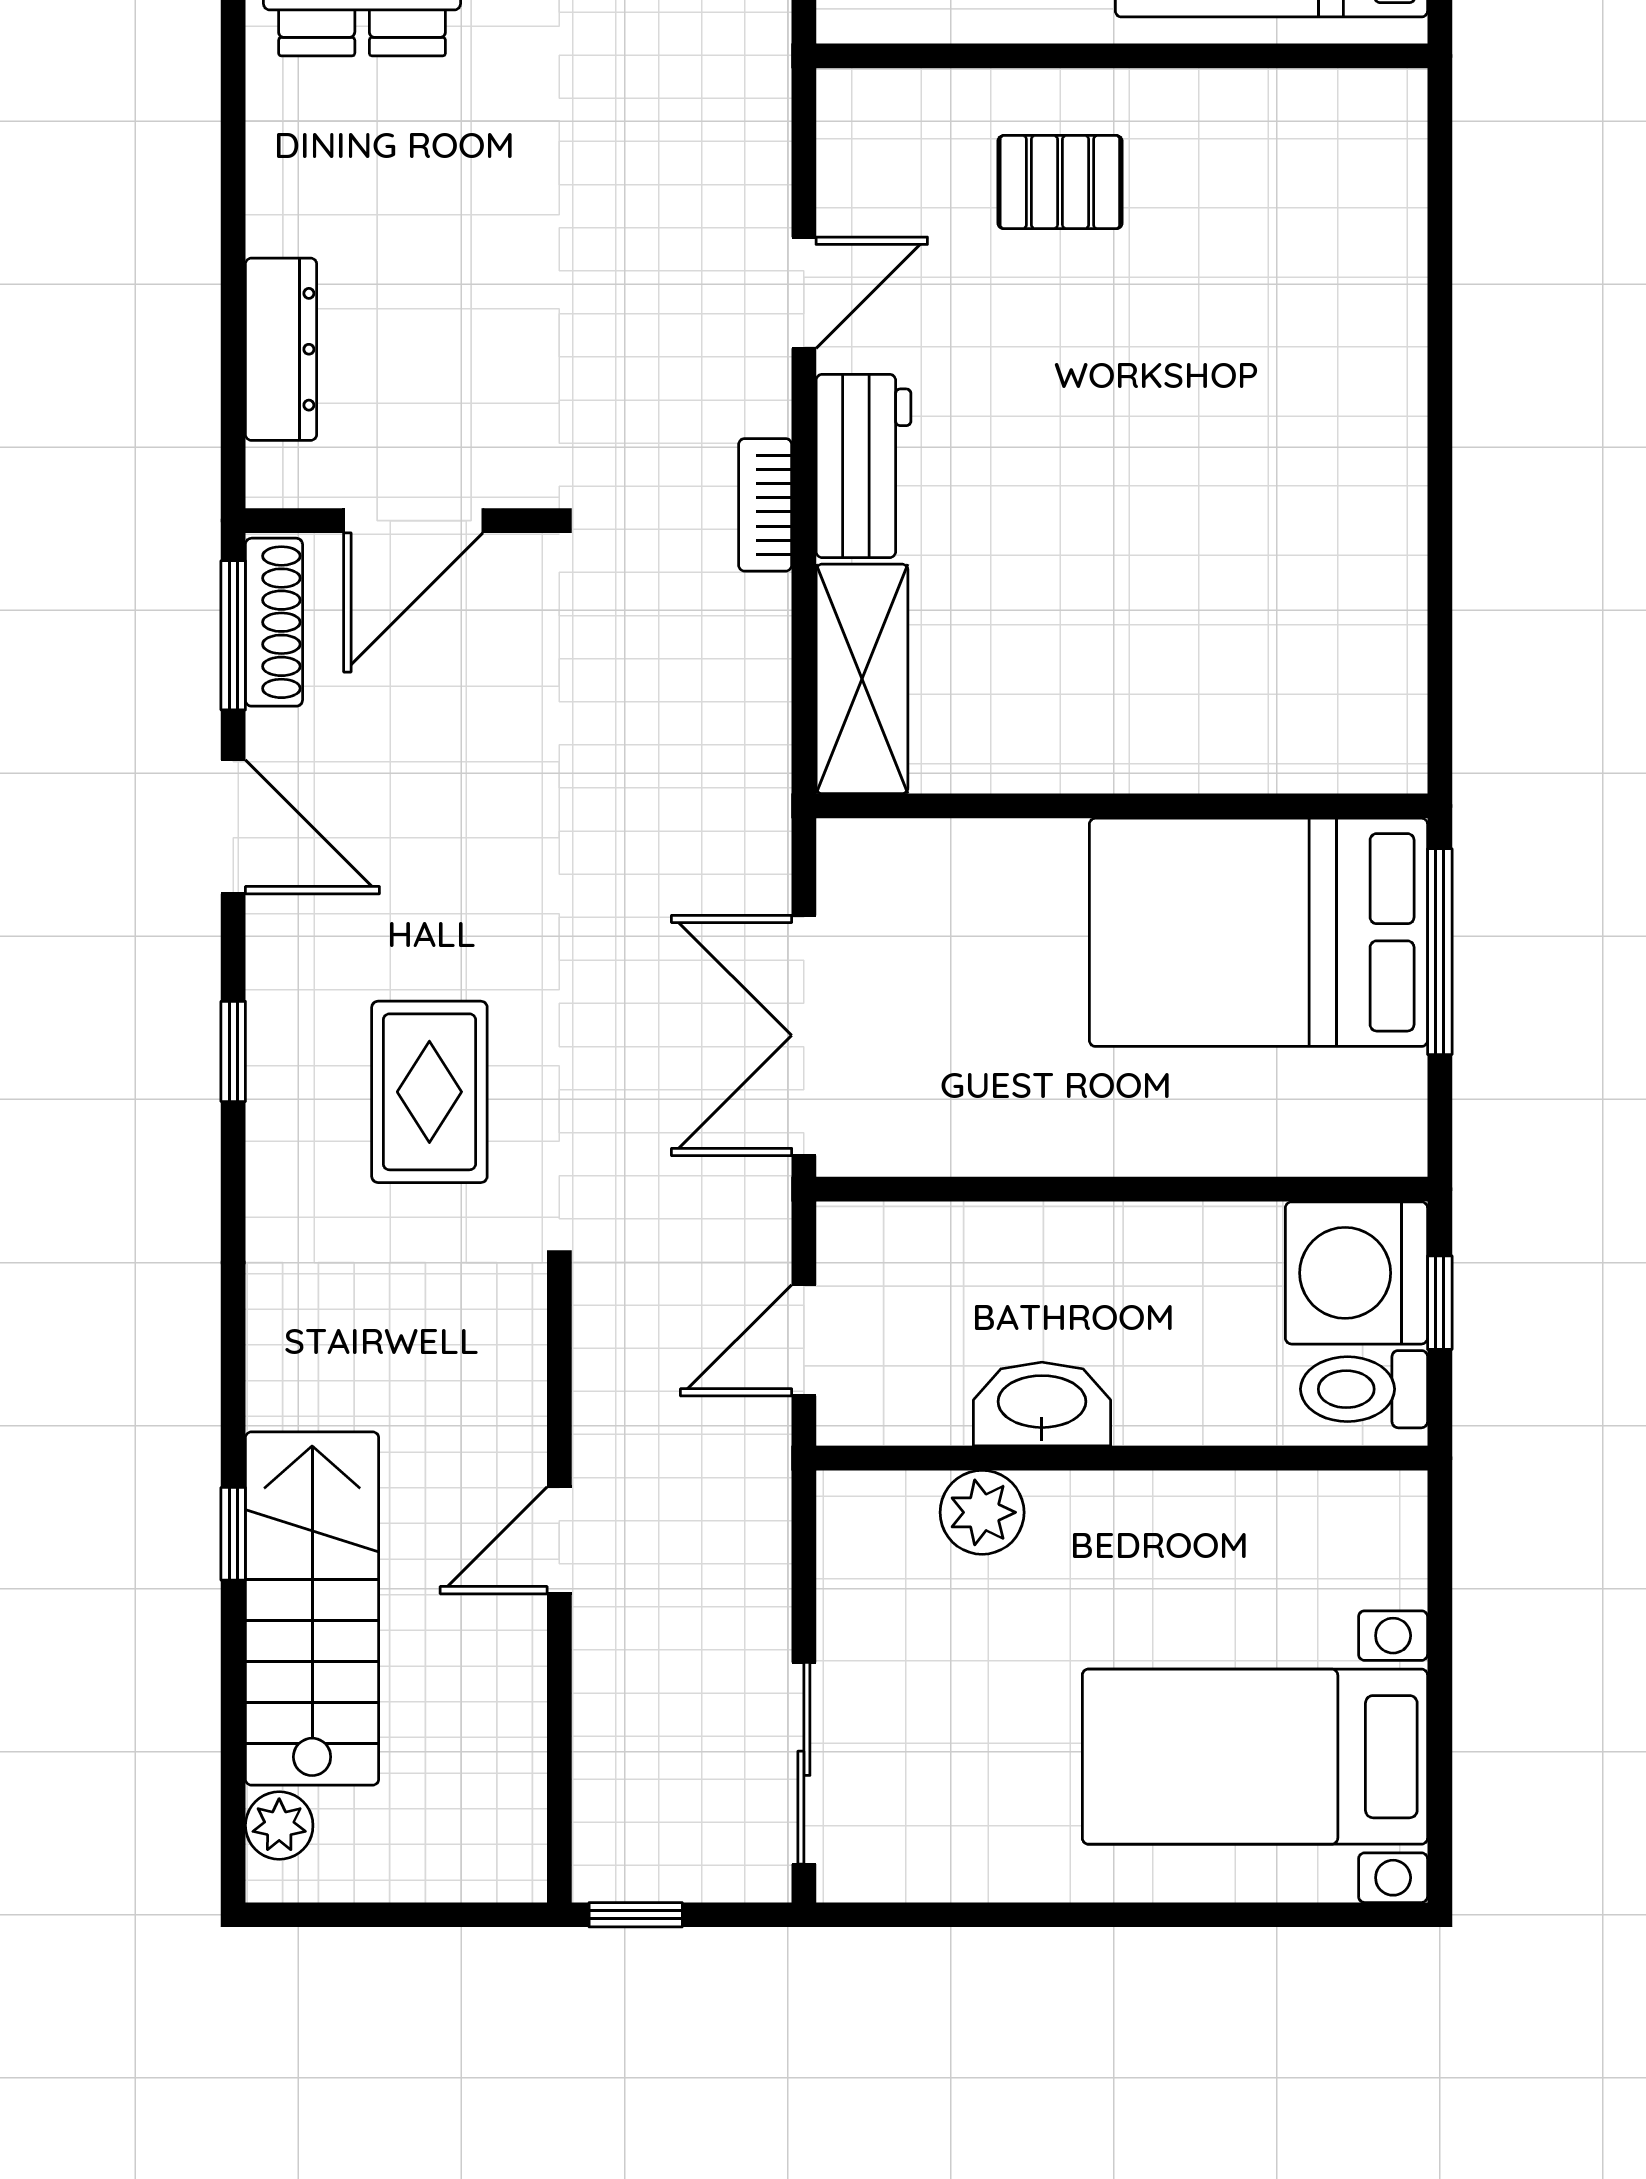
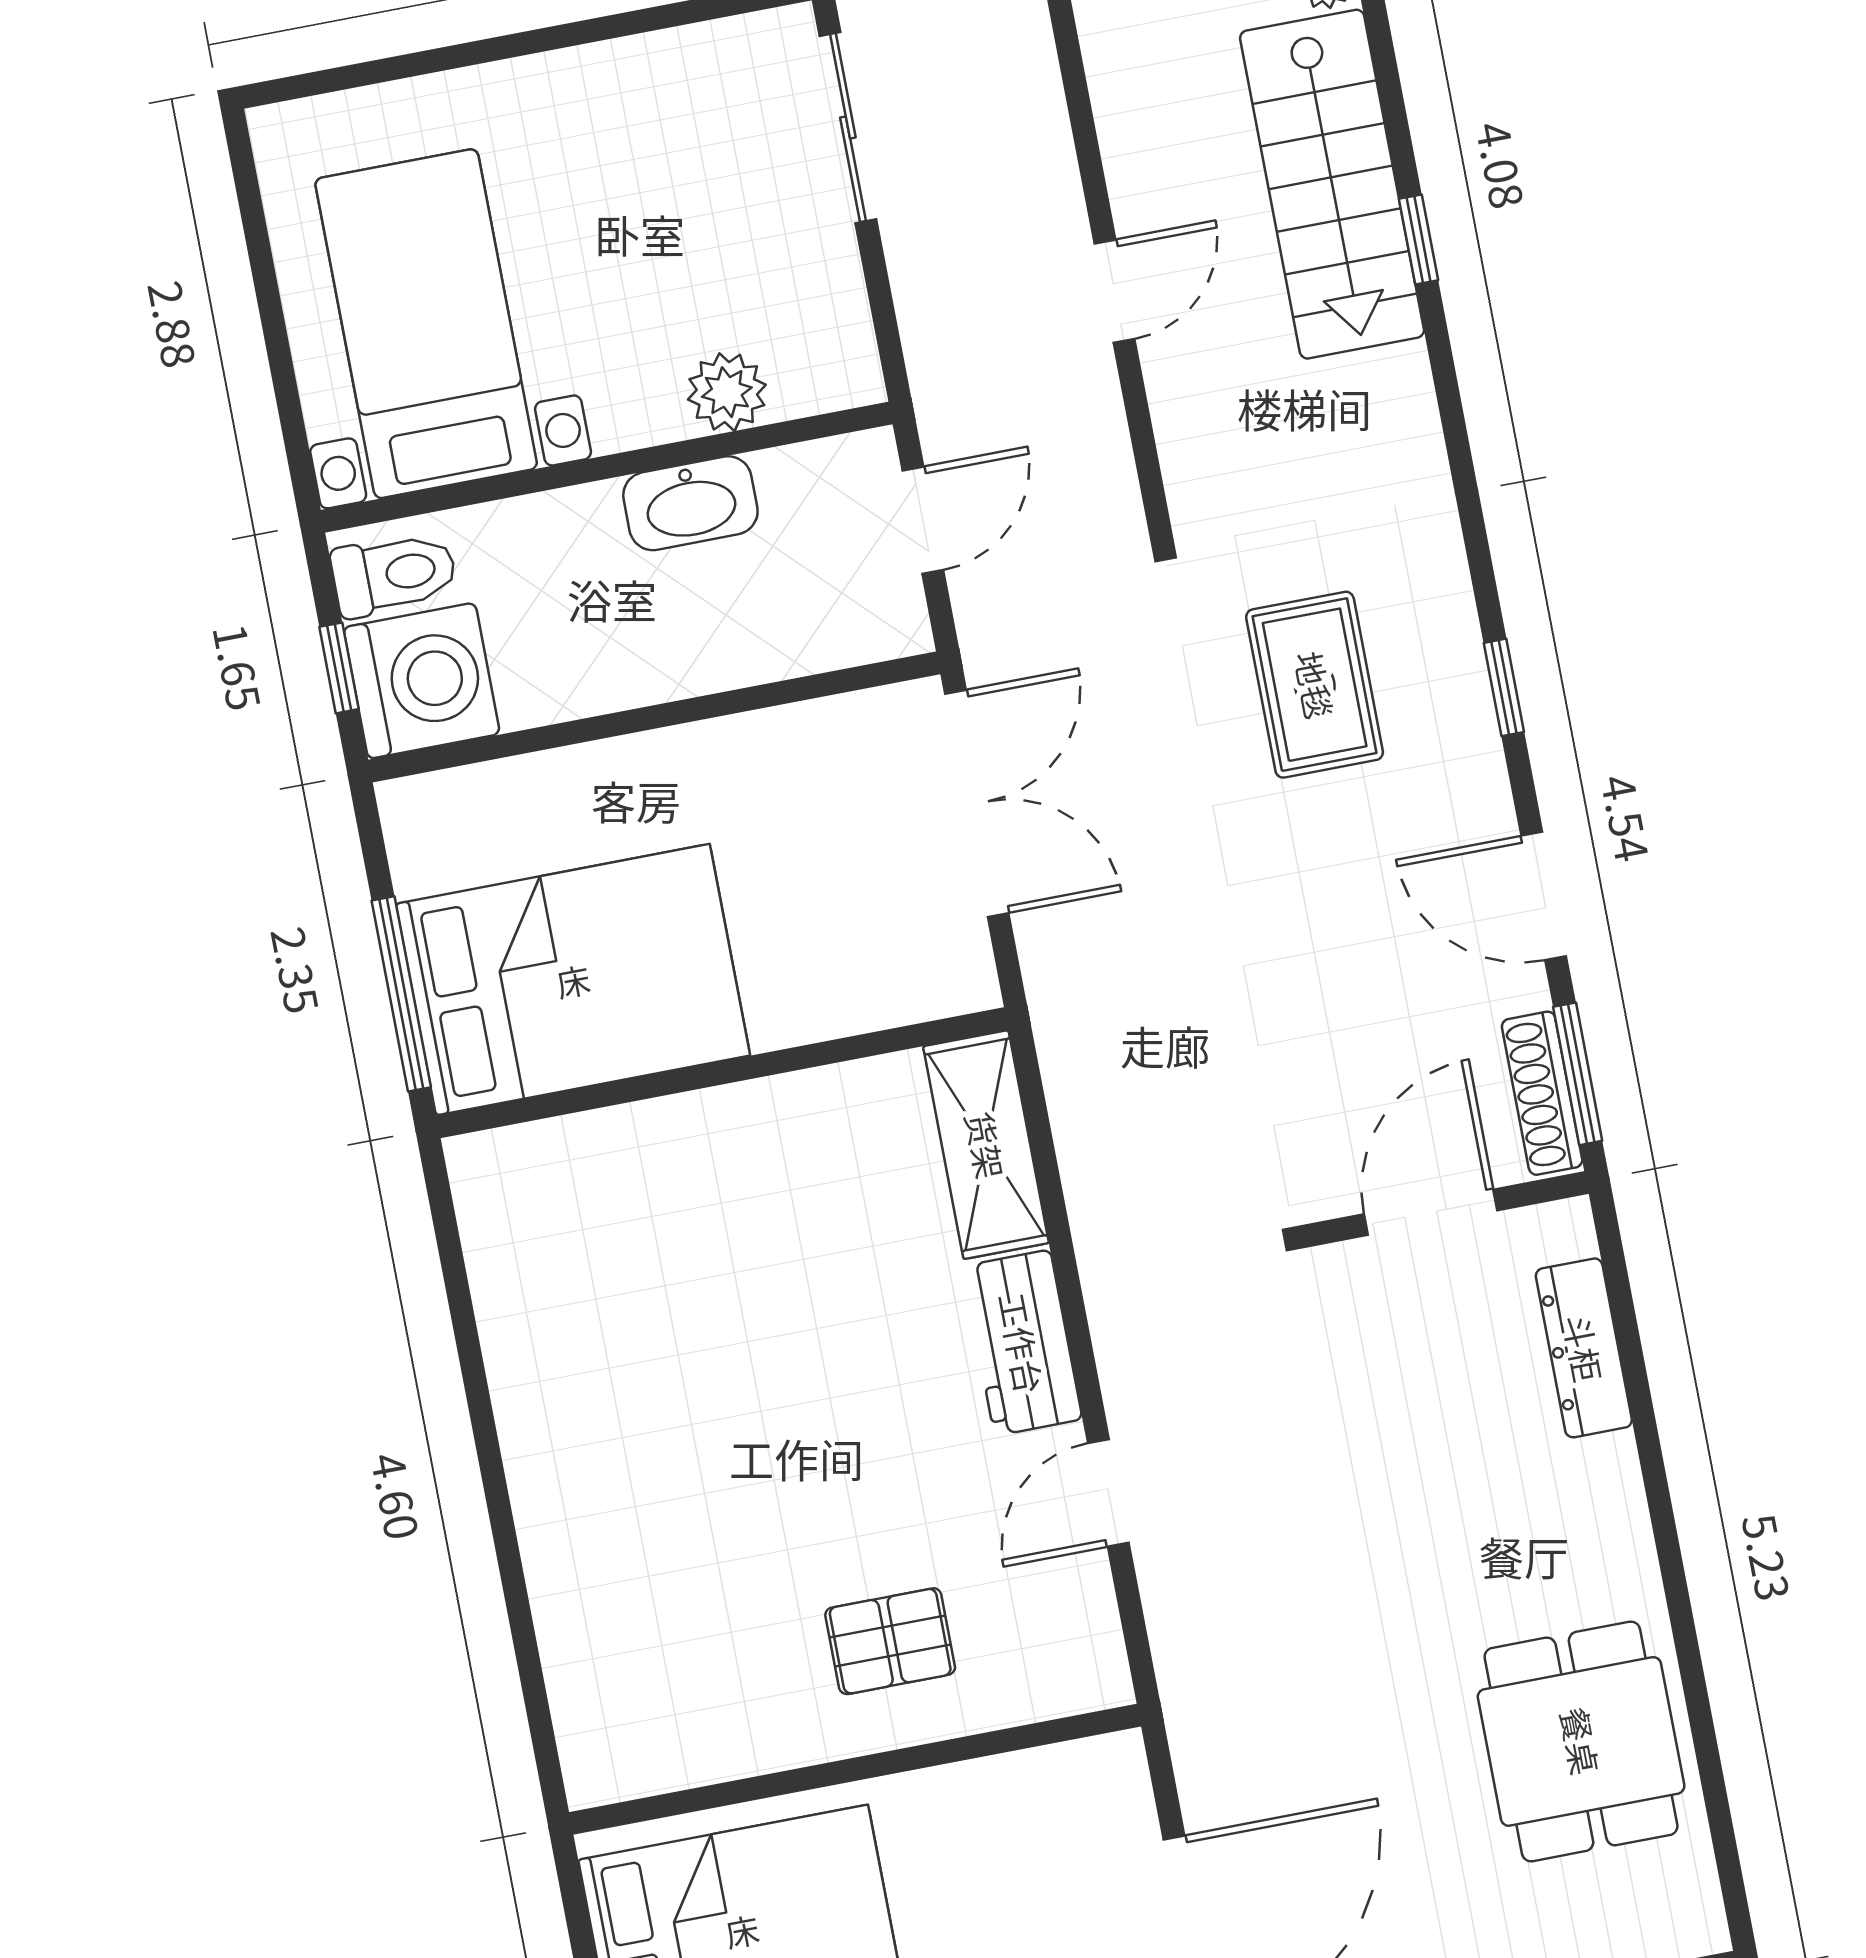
bookcase: (765, 505) -> (1107, 1289), removed
bed with nightstands: (1255, 1757) -> (426, 324), moved, turned -90

